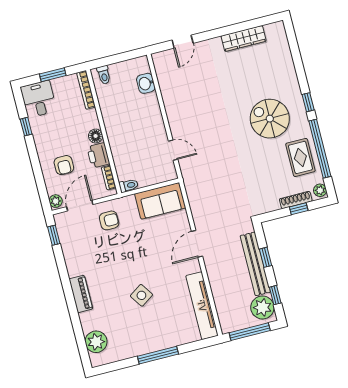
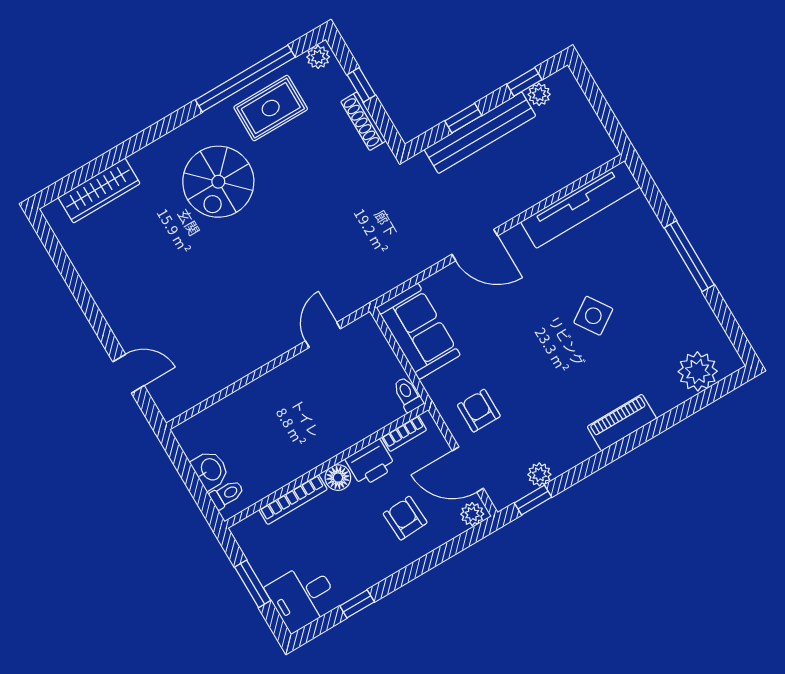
wardrobe: (244, 39) -> (99, 191), moved, turned 90
washbasin: (146, 83) -> (210, 470), moved, turned -90
bookcase: (86, 90) -> (293, 500), moved
window: (308, 102) -> (170, 123), removed
armchair: (64, 165) -> (405, 518), turned -93
shoe rack: (296, 200) -> (363, 121), moved
plant: (66, 243) -> (539, 474), added
plant: (262, 307) -> (539, 94), width x0.53, depth x0.53
window: (250, 332) -> (601, 108), removed

